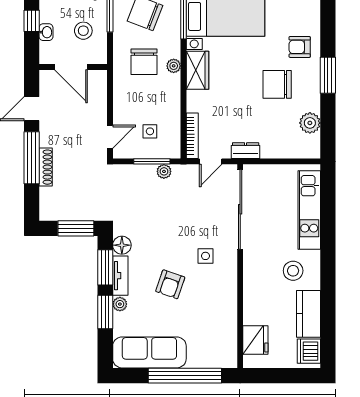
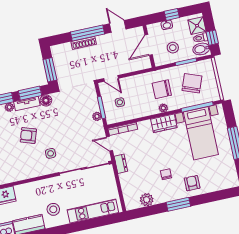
chair: (277, 84) -> (166, 174), width x0.54, depth x0.54

